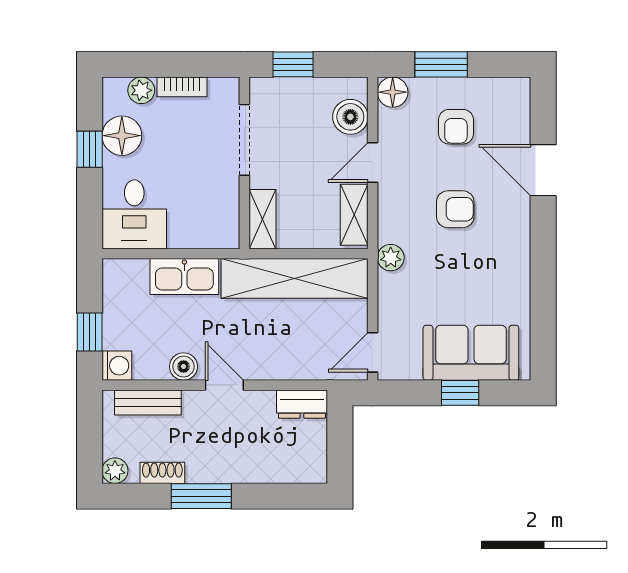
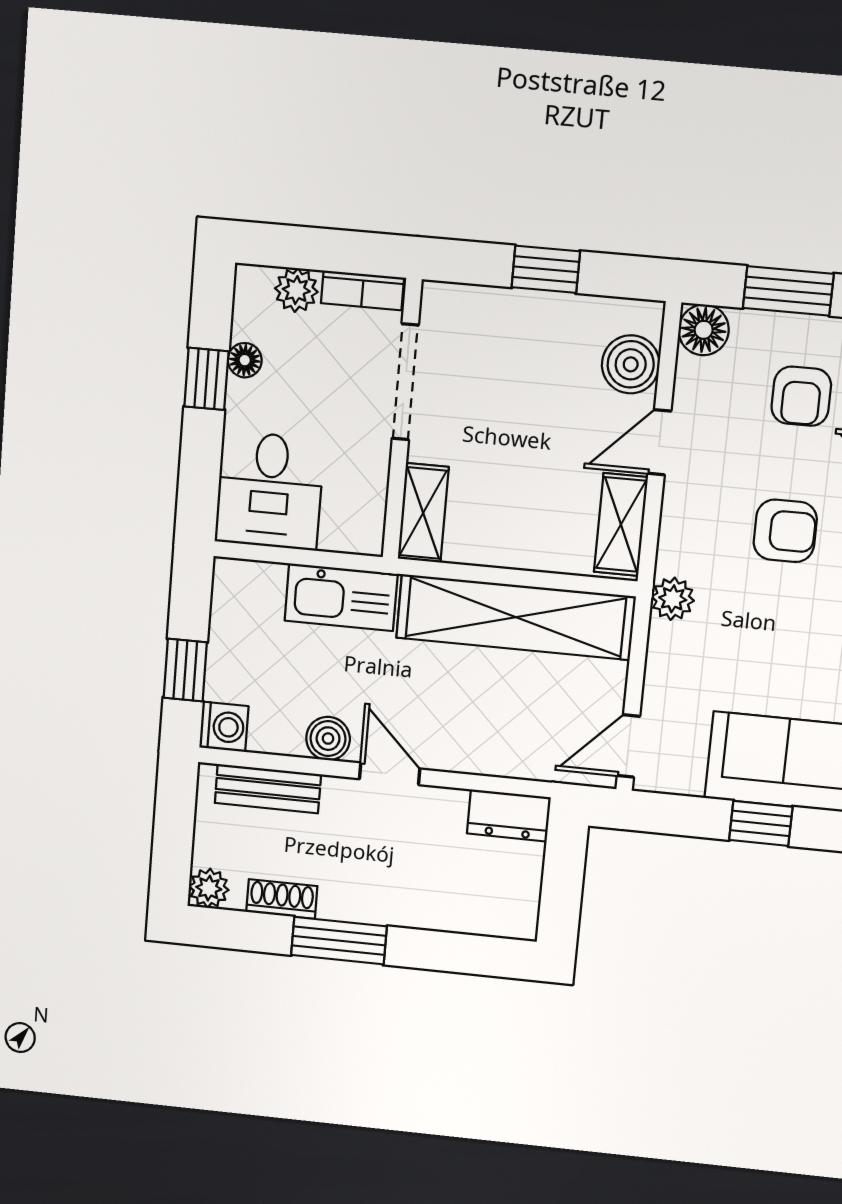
floor lamp: (122, 136) -> (245, 360), width x0.53, depth x0.53
doorway: (244, 140) -> (405, 382), moved
wall: (244, 163) -> (402, 419), moved
shelving: (263, 219) -> (423, 513), moved

